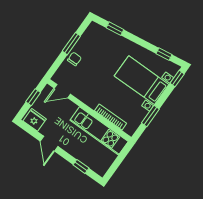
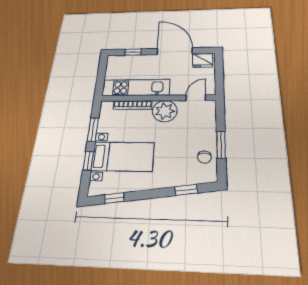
chair: (74, 59) -> (204, 157), moved
window: (177, 79) -> (88, 161), moved
plant: (91, 96) -> (165, 111), added
window: (33, 97) -> (219, 76), removed
door: (49, 144) -> (175, 51), width x1.88

